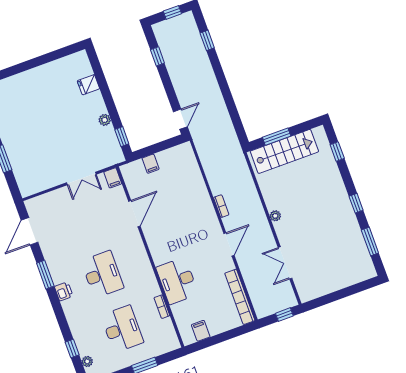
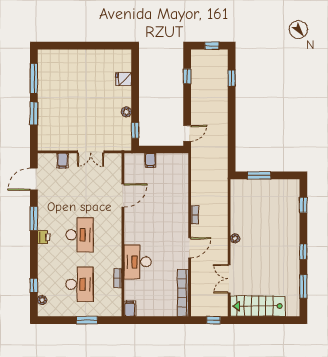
stairs: (284, 151) -> (258, 306), moved, turned 180
filing cabinet: (113, 178) -> (62, 161), moved
filing cabinet: (201, 331) -> (130, 309), moved

